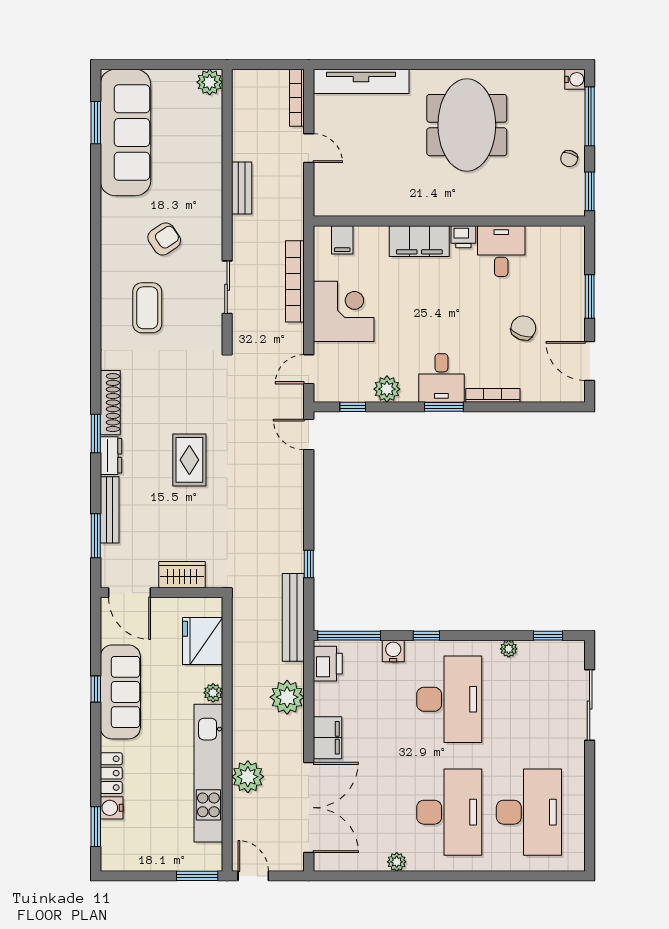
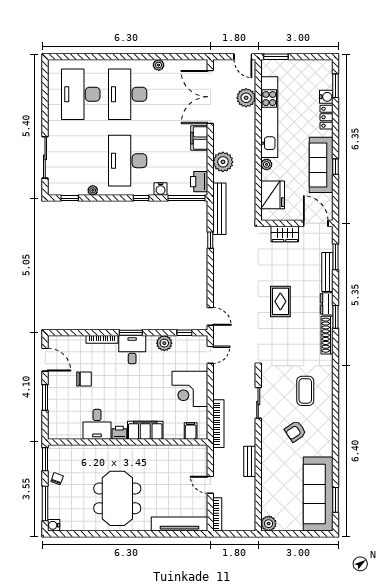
bookcase: (295, 281) -> (218, 424), moved
chair: (523, 328) -> (84, 379), turned -110
plant: (248, 777) -> (246, 98), moved

